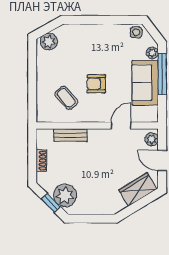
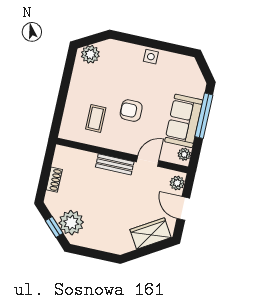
side table: (136, 32) -> (151, 57), moved
plant: (152, 53) -> (184, 154), moved
coffee table: (66, 98) -> (96, 118), turned 42
bench: (70, 135) -> (115, 164), moved

